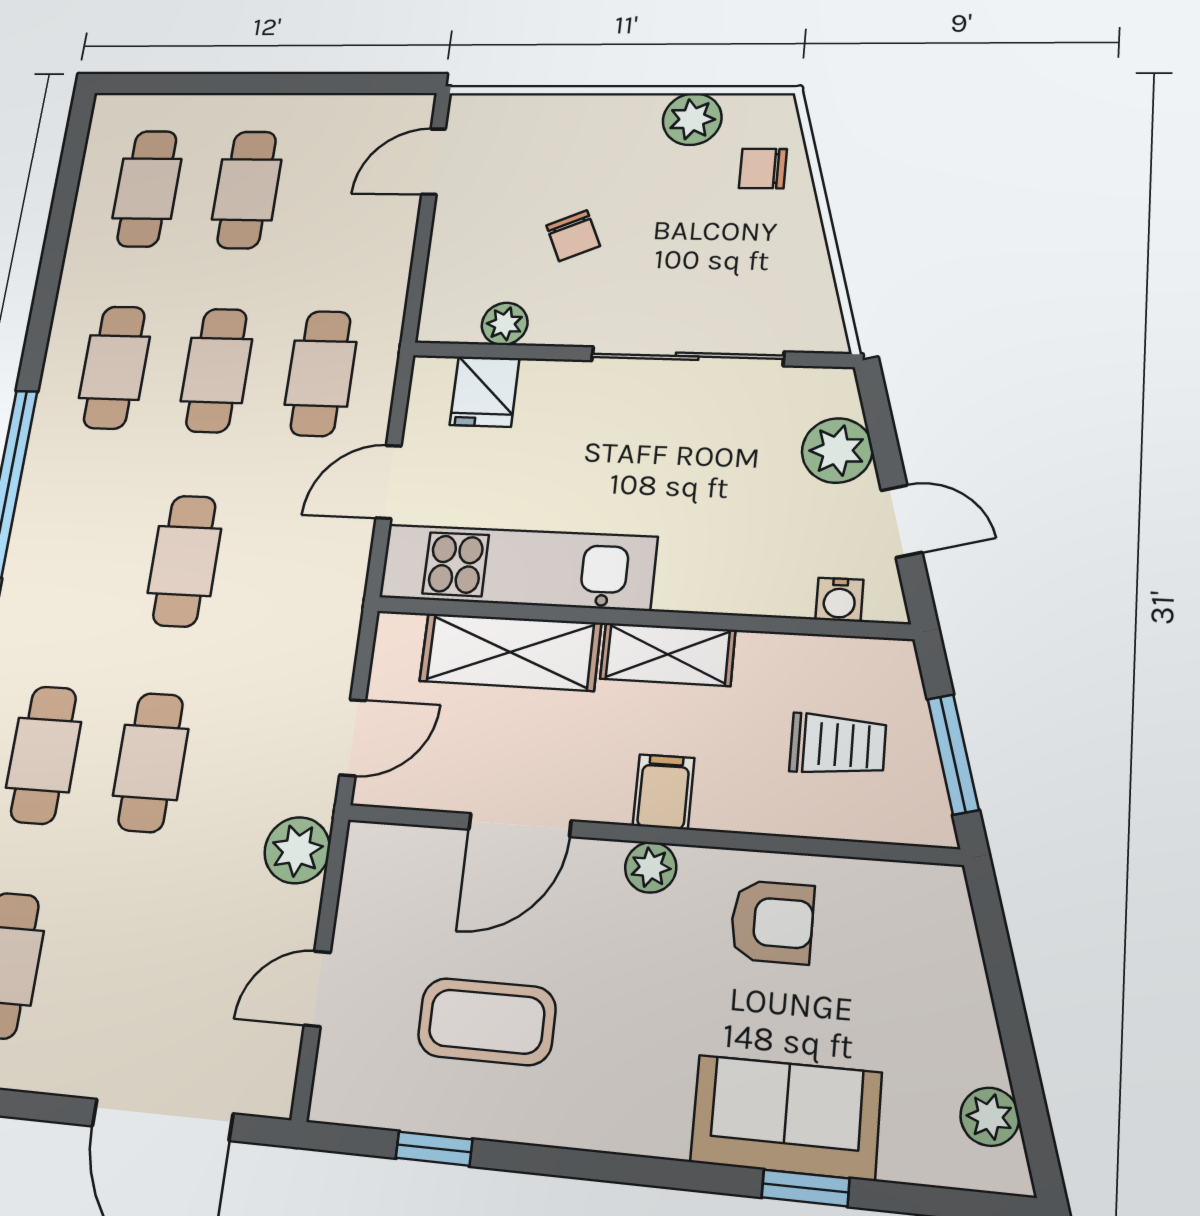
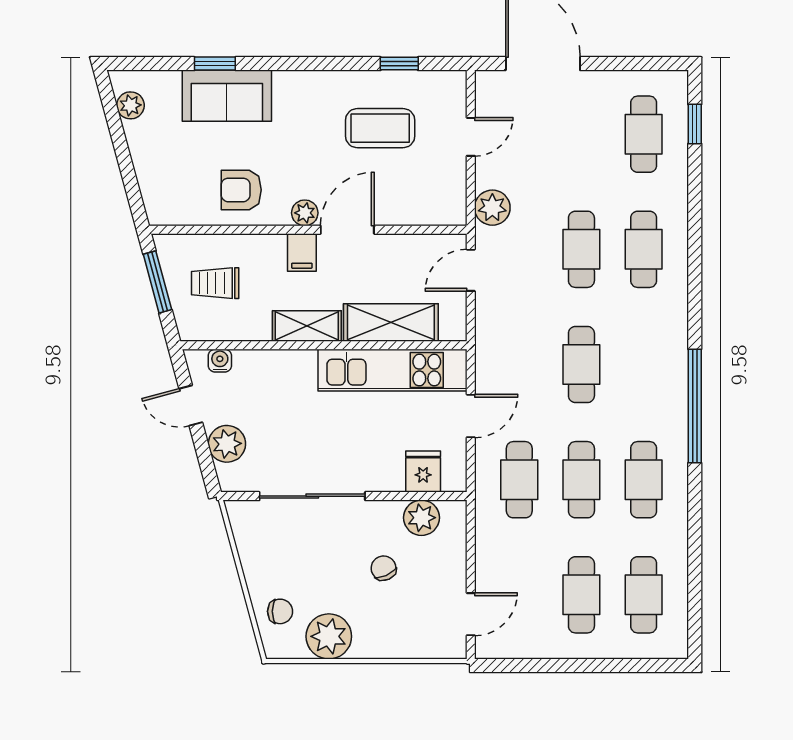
plant: (692, 119) -> (329, 636), width x1.36, depth x1.36
plant: (505, 324) -> (421, 518), width x1.38, depth x1.38
door: (520, 825) -> (347, 230), moved

